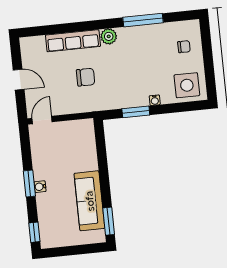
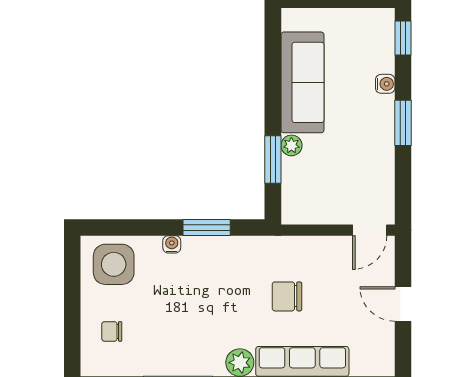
plant: (92, 164) -> (291, 145), added
water cooler: (40, 187) -> (385, 84), moved
window: (109, 221) -> (273, 159), moved

